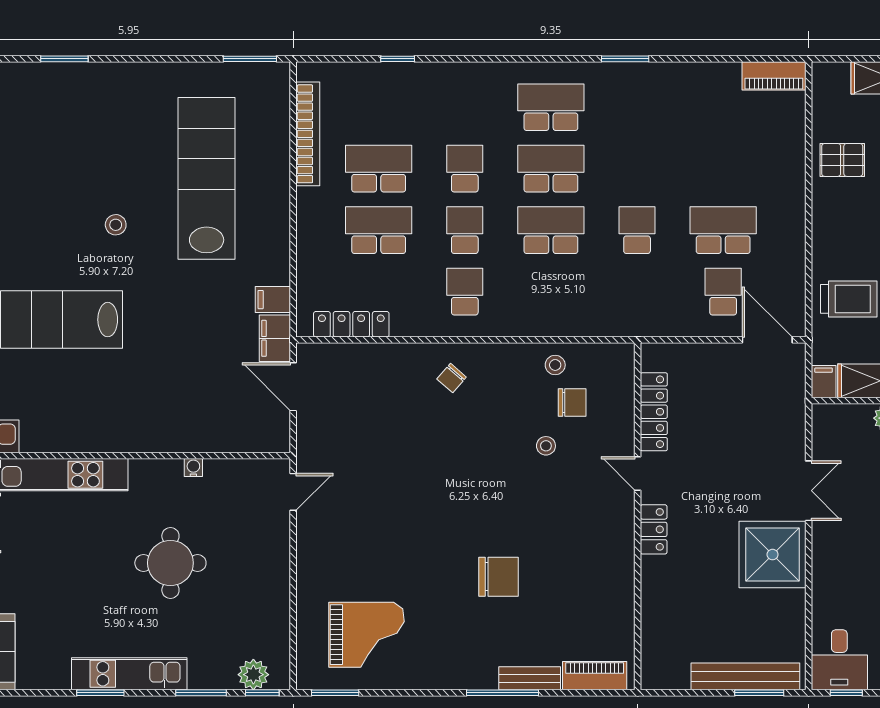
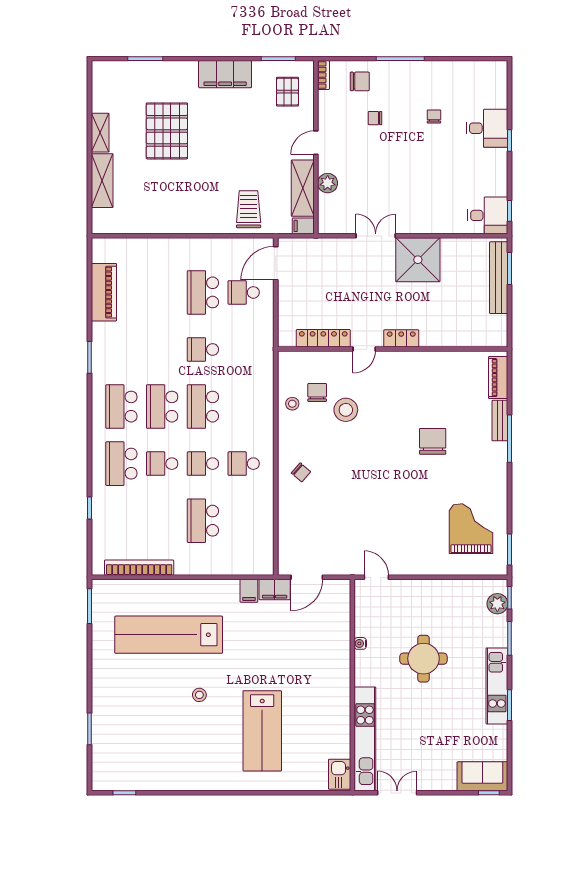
piano: (774, 76) -> (104, 292), moved, width x1.37, depth x1.33
pallet: (842, 160) -> (156, 214), removed
school desk: (379, 169) -> (121, 464), moved
locker: (351, 324) -> (265, 539), removed
stool: (546, 446) -> (346, 410), width x1.89, depth x1.89

